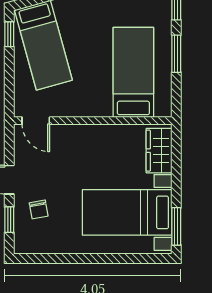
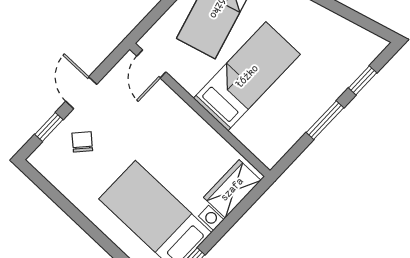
bed: (133, 72) -> (247, 76), moved
chair: (39, 209) -> (82, 142), turned 142

